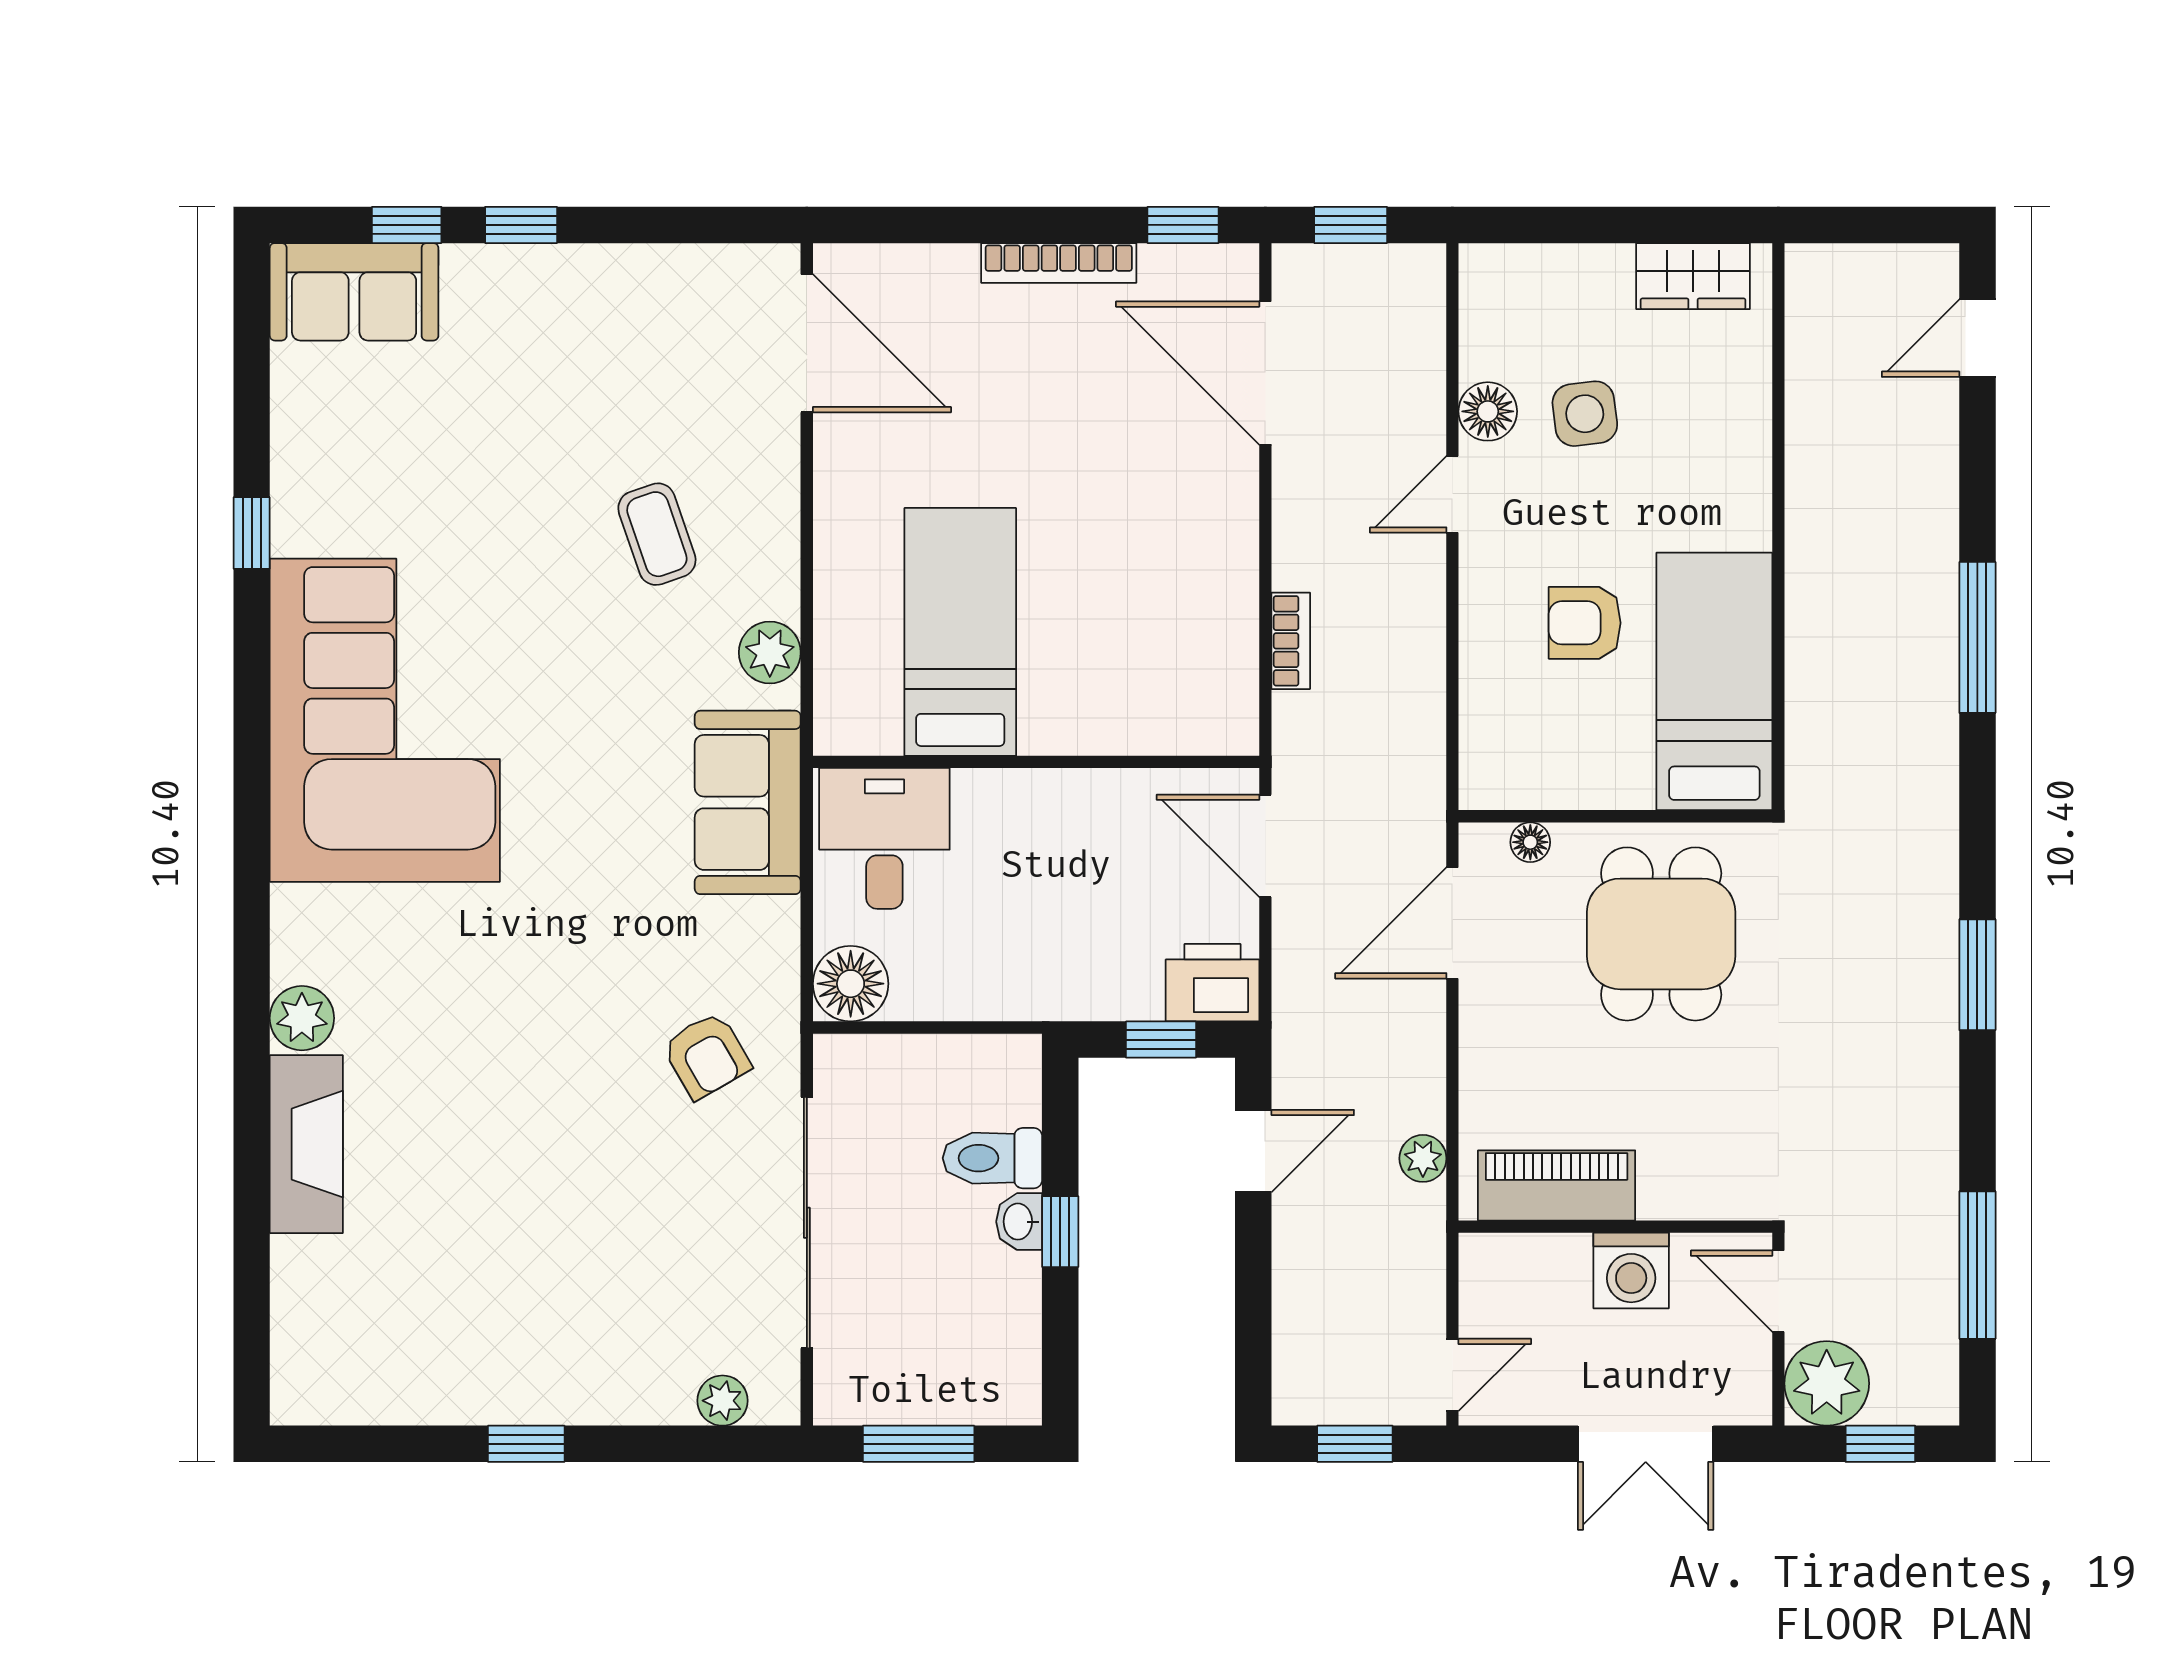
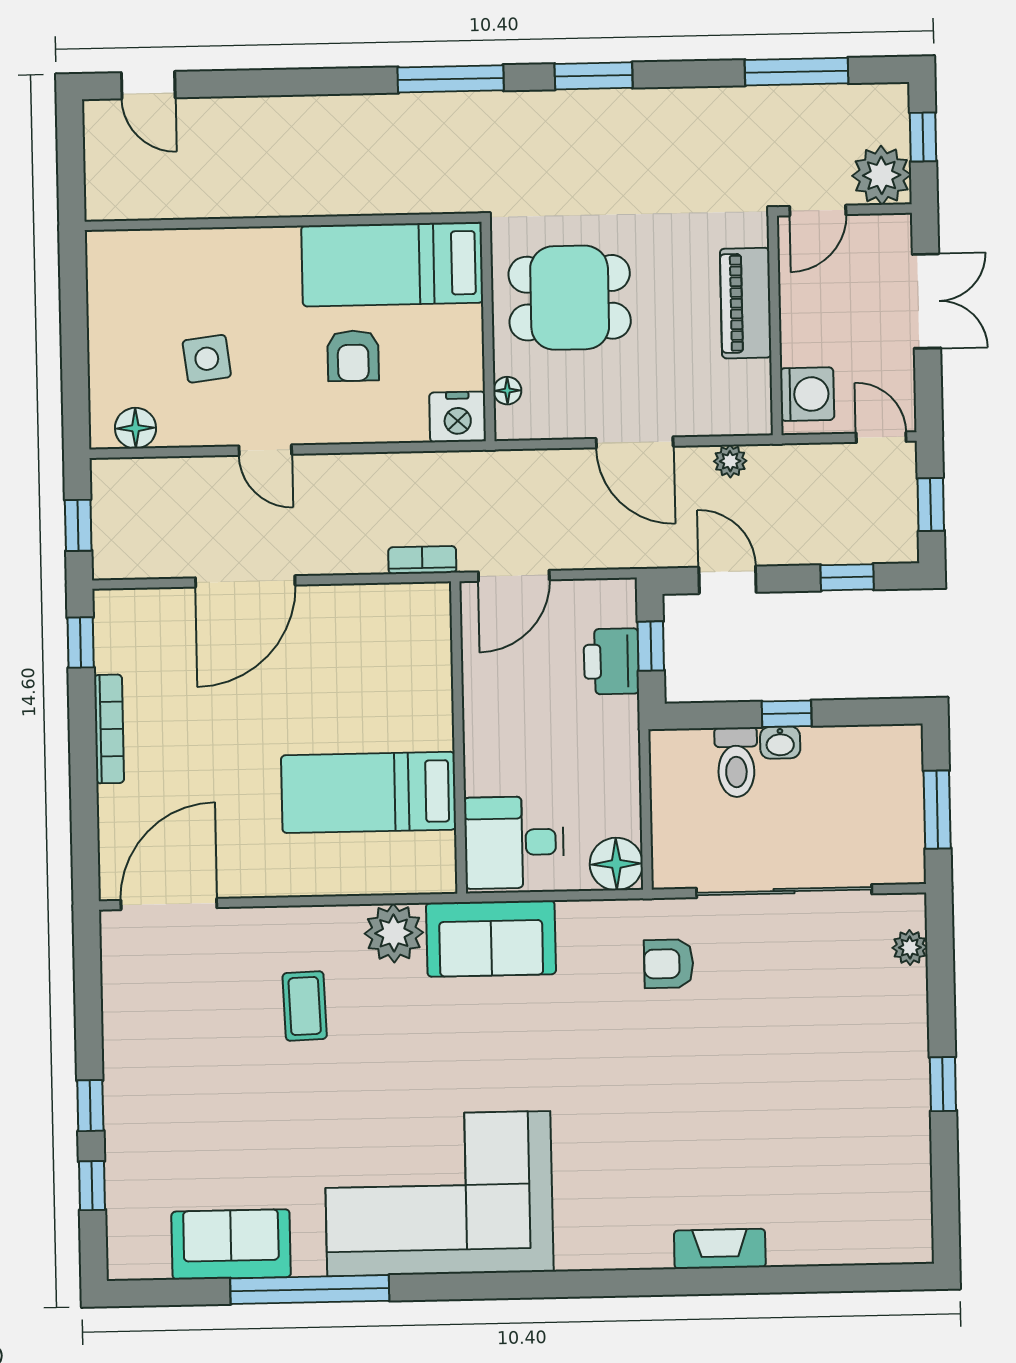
wardrobe: (1693, 276) -> (109, 285), removed
sofa: (354, 292) -> (231, 1244), moved, turned -90
door: (1265, 373) -> (245, 581), moved
floor lamp: (1488, 411) -> (136, 428), moved
window: (252, 533) -> (310, 1290), width x3.17
coffee table: (657, 534) -> (305, 1006), turned -73
window: (1977, 637) -> (451, 79), moved
bookcase: (1291, 641) -> (422, 560), moved
plant: (770, 652) -> (394, 933), width x1.36, depth x1.36
nightstand: (1494, 770) -> (458, 417), added
door: (1452, 923) -> (635, 442), moved
printer: (1213, 983) -> (611, 661), moved
plant: (302, 1018) -> (648, 1247), removed
armchair: (707, 1056) -> (669, 964), turned -150
fireplace: (306, 1144) -> (720, 1249), width x0.73, depth x0.76
piano: (1557, 1185) -> (746, 303), moved
washing machine: (1631, 1270) -> (807, 394), moved
window: (1253, 1322) -> (847, 577), added

